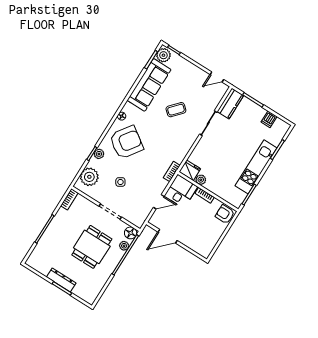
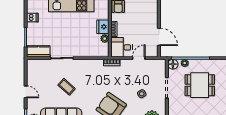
door: (217, 77) -> (26, 92), moved
fridge: (190, 170) -> (103, 27), moved
door: (159, 202) -> (139, 58), hinge flipped

